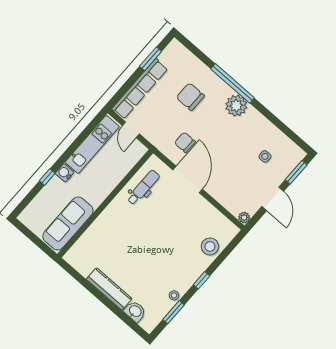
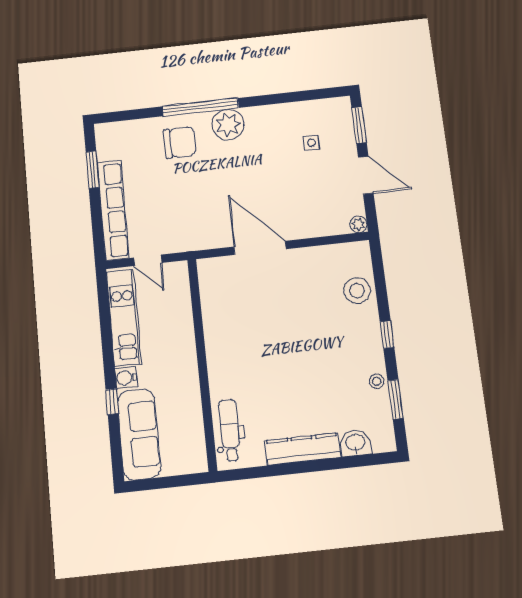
chair: (190, 97) -> (180, 142), moved, turned 180
chair: (185, 142) -> (216, 214), removed
dental chair: (143, 187) -> (230, 430), moved
sofa: (68, 223) -> (139, 434), moved, turned 180

